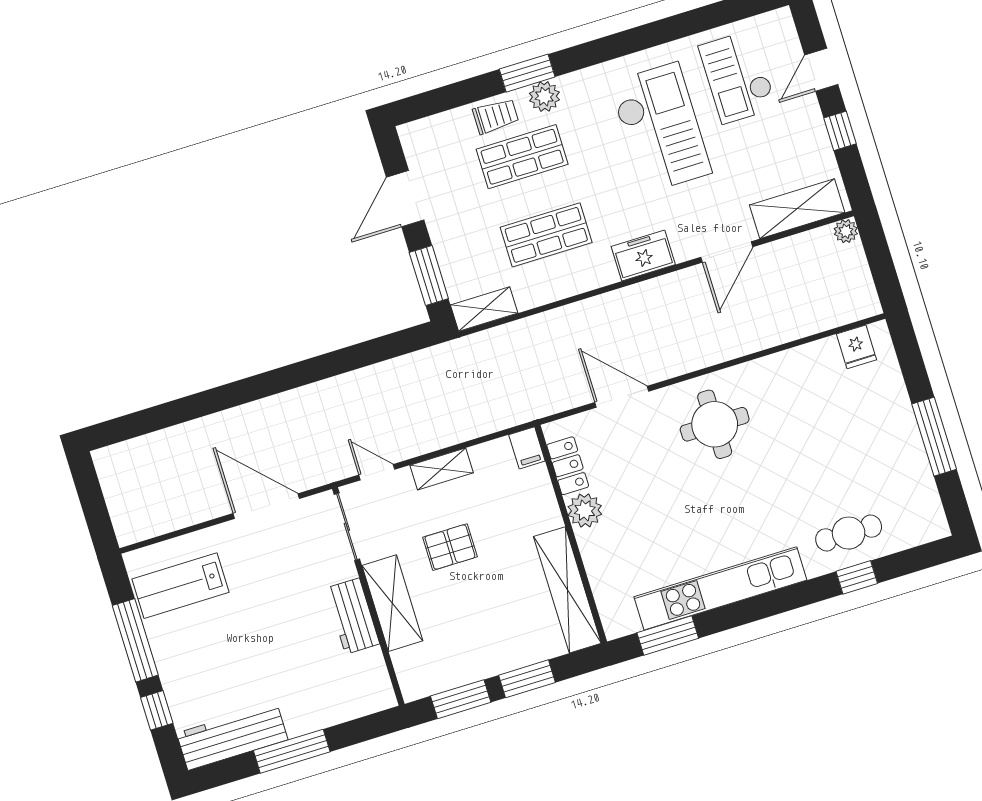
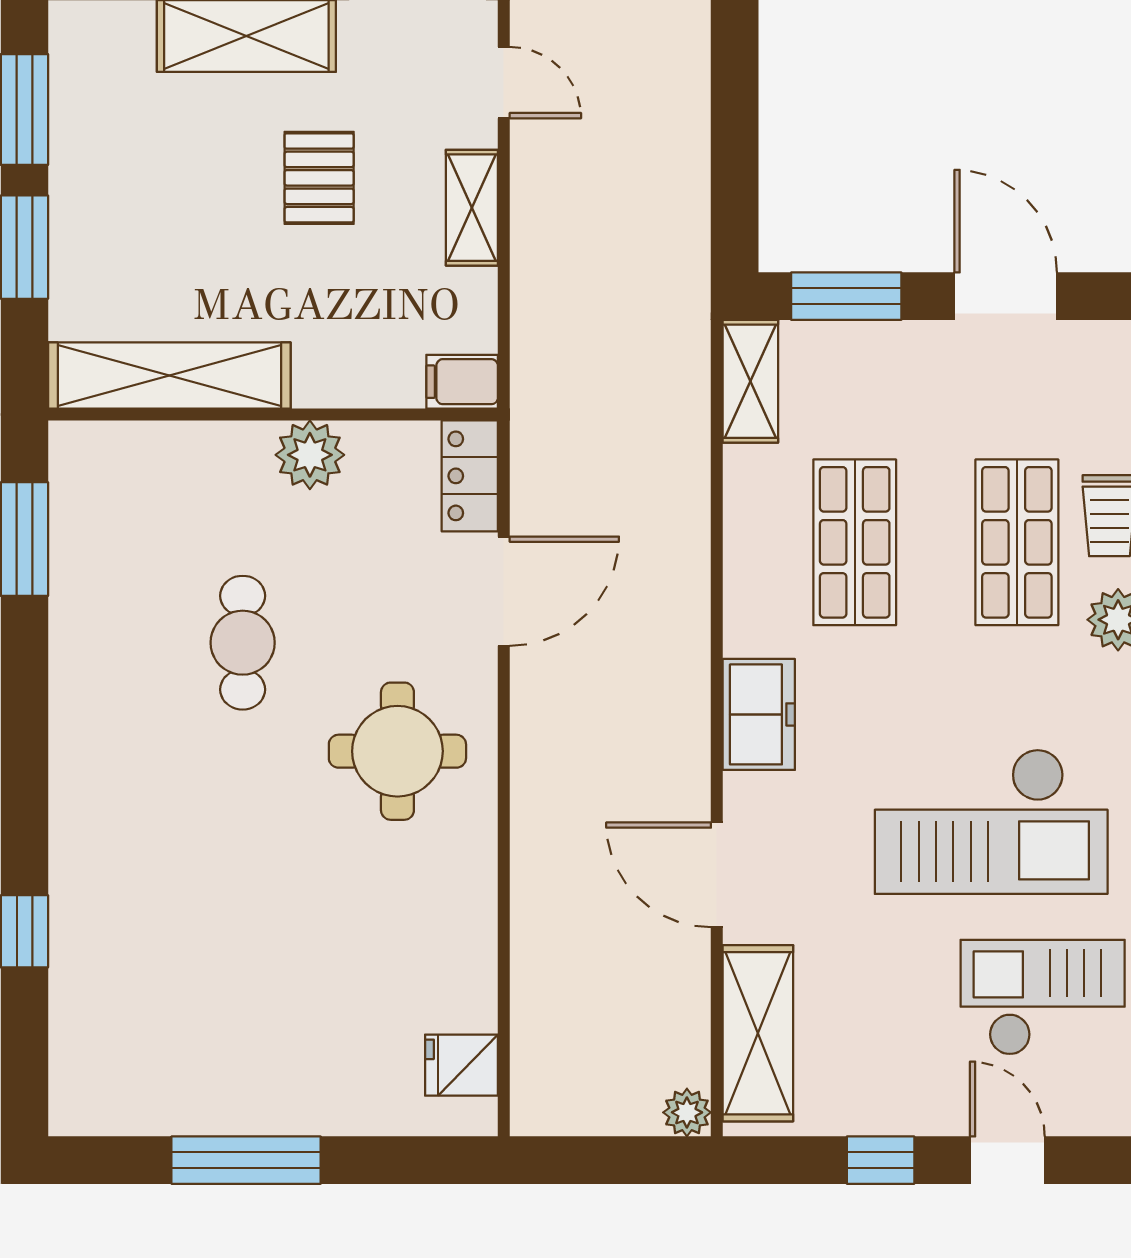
locker: (568, 466) -> (470, 476), moved, turned 90
door: (377, 472) -> (504, 83), hinge flipped
cafe table: (849, 533) -> (243, 643), moved
kitchen unit: (720, 588) -> (83, 666), removed

